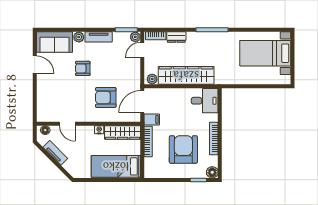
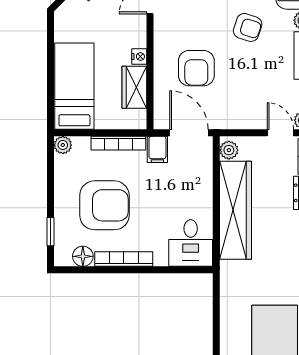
armchair: (83, 68) -> (248, 27), turned 108
armchair: (106, 97) -> (196, 68), turned 180
wardrobe: (123, 132) -> (134, 87), width x0.67
floor lamp: (212, 172) -> (83, 256), moved
plant: (149, 173) -> (63, 145), added

